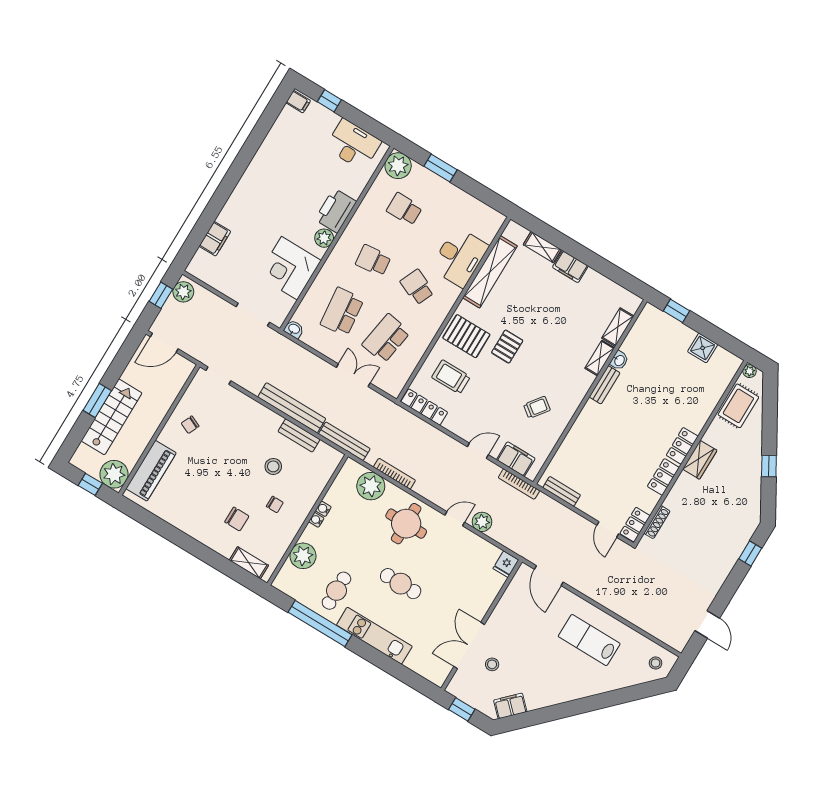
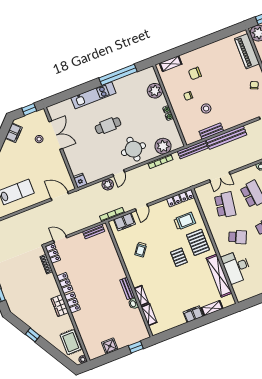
pallet: (466, 336) -> (198, 242), turned 90
cafe table: (336, 591) -> (127, 94), removed

